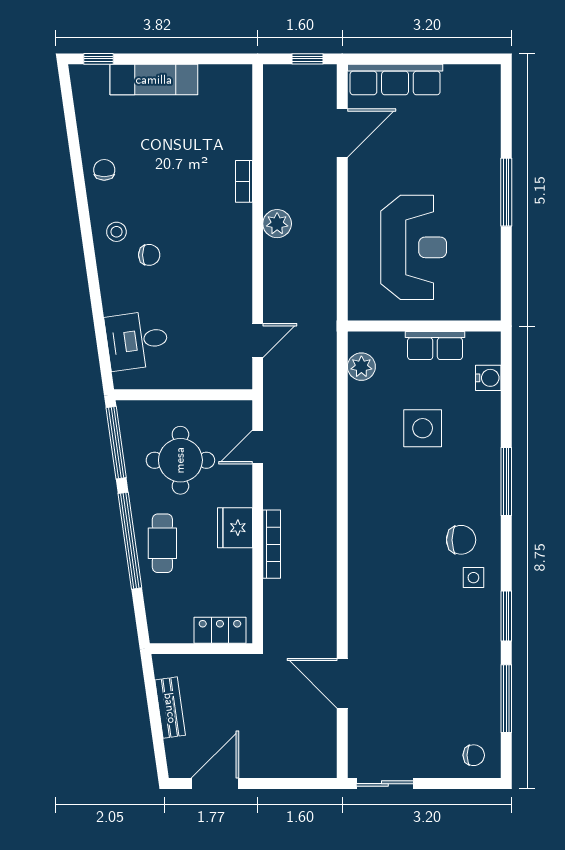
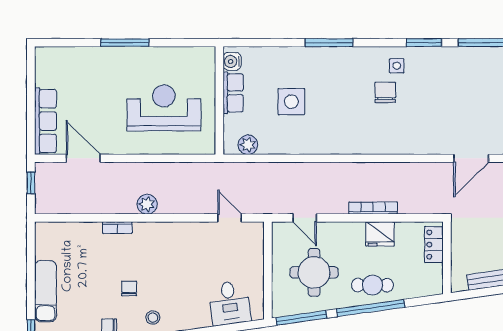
chair: (149, 255) -> (129, 288), moved
water cooler: (488, 378) -> (232, 61), moved, turned -90
fridge: (235, 528) -> (380, 234), moved
chair: (461, 540) -> (385, 92), moved

